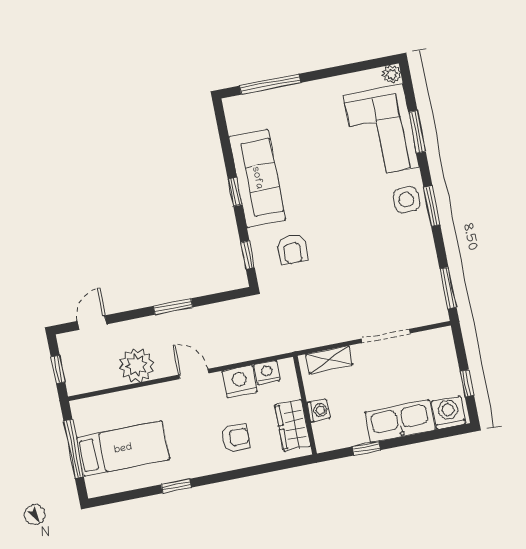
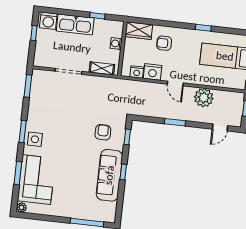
wardrobe: (293, 425) -> (139, 31), moved, turned 90

